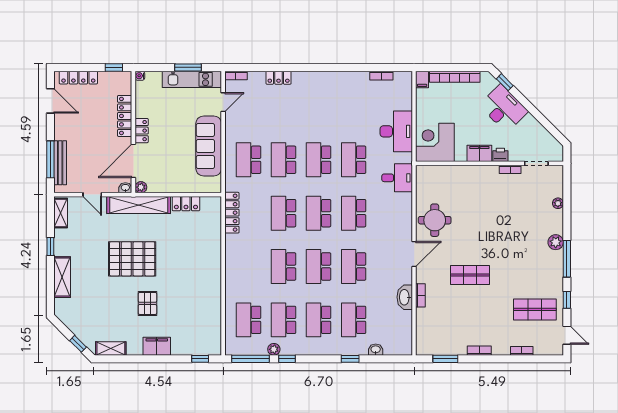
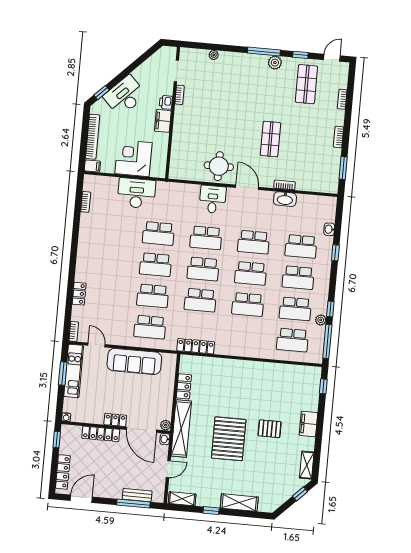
corner desk: (435, 142) -> (133, 158), moved, turned 90
bench: (60, 163) -> (137, 495), width x0.73
desk: (397, 178) -> (213, 199), moved
plant: (556, 242) -> (275, 63), moved

